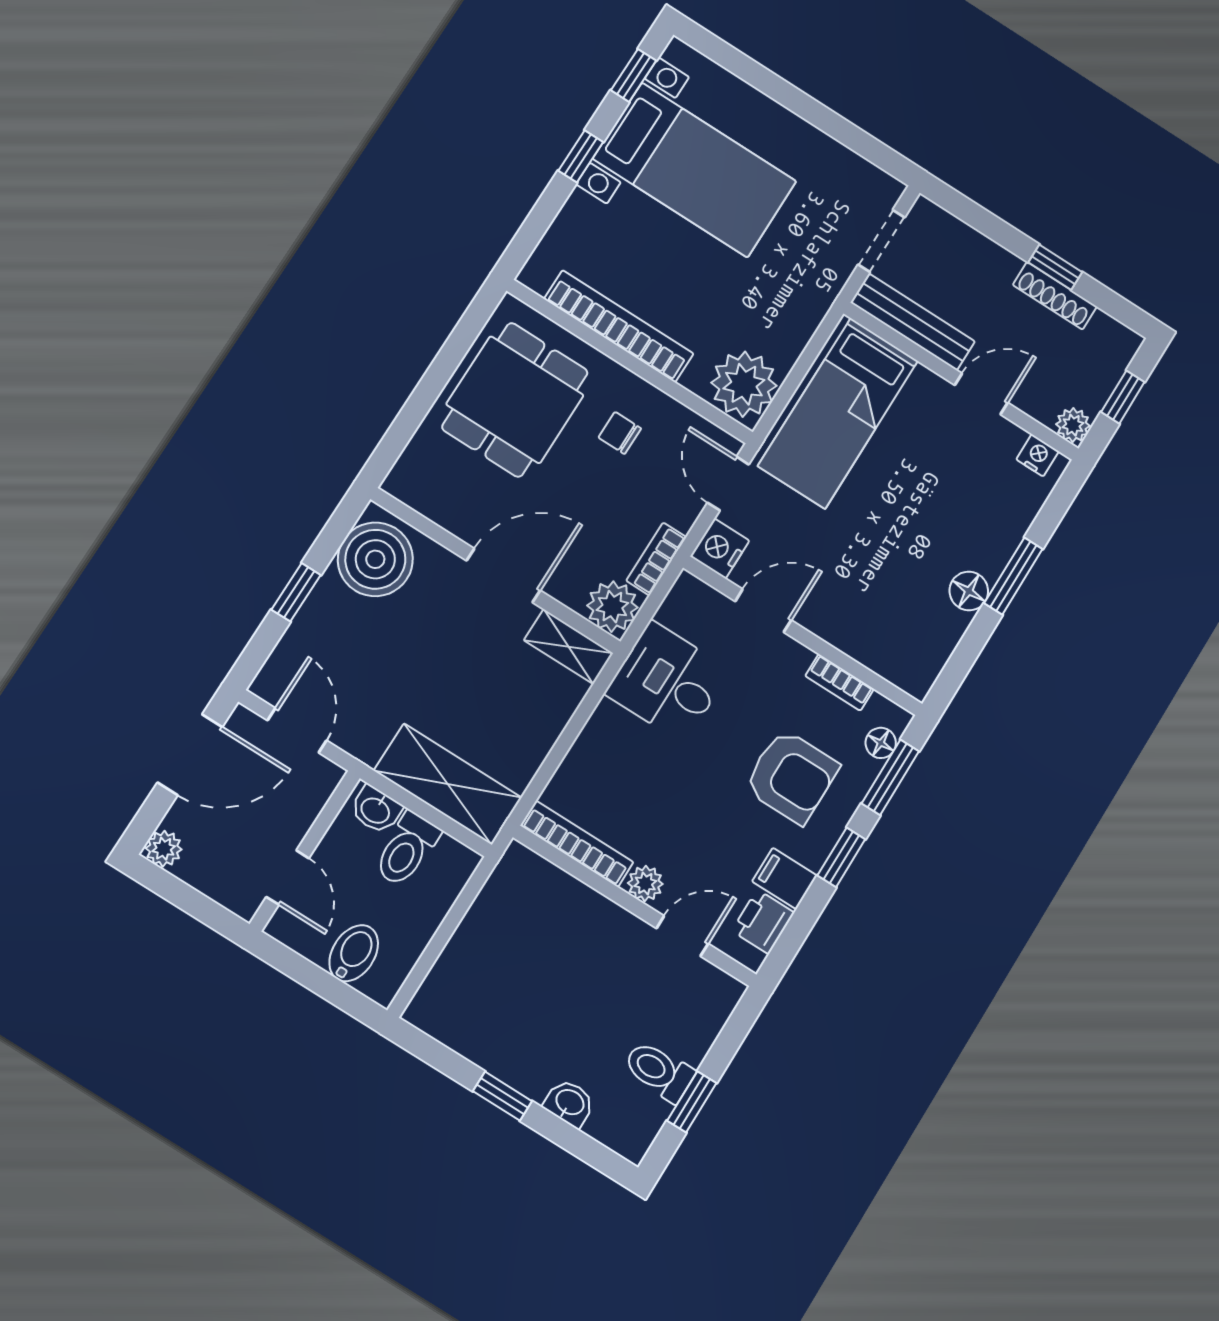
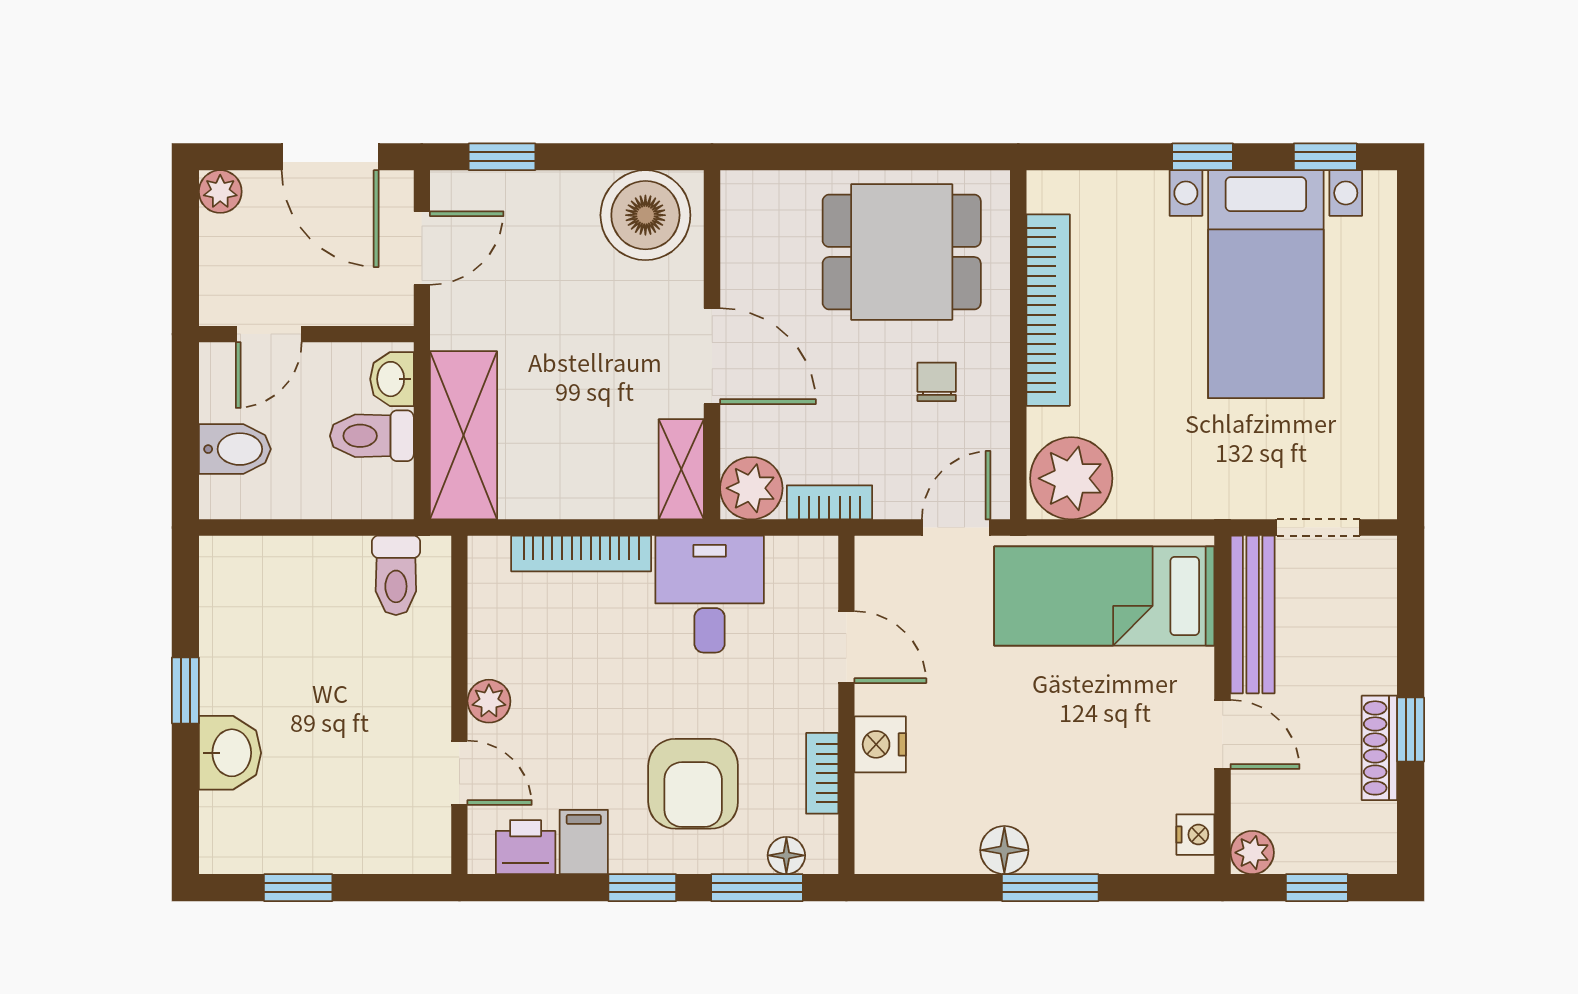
nightstand: (720, 549) -> (880, 744), moved, turned -90
window: (296, 592) -> (502, 157), moved
bookcase: (577, 844) -> (581, 553), moved, turned 90
toilet: (659, 1071) -> (396, 575), moved, turned 180
washbasin: (569, 1103) -> (230, 753), width x1.38, depth x1.45

